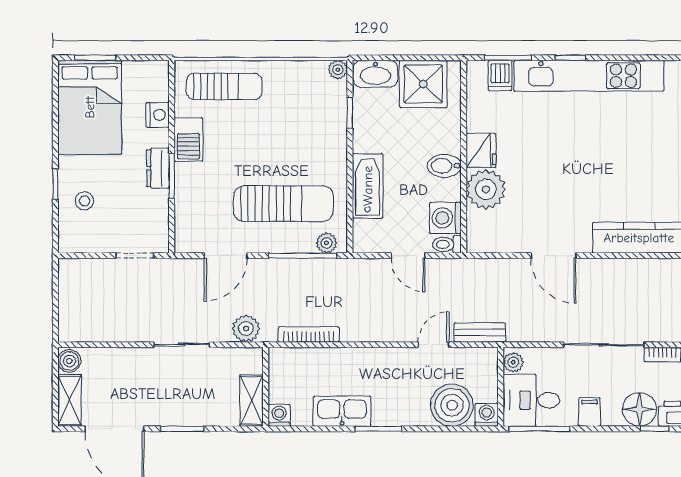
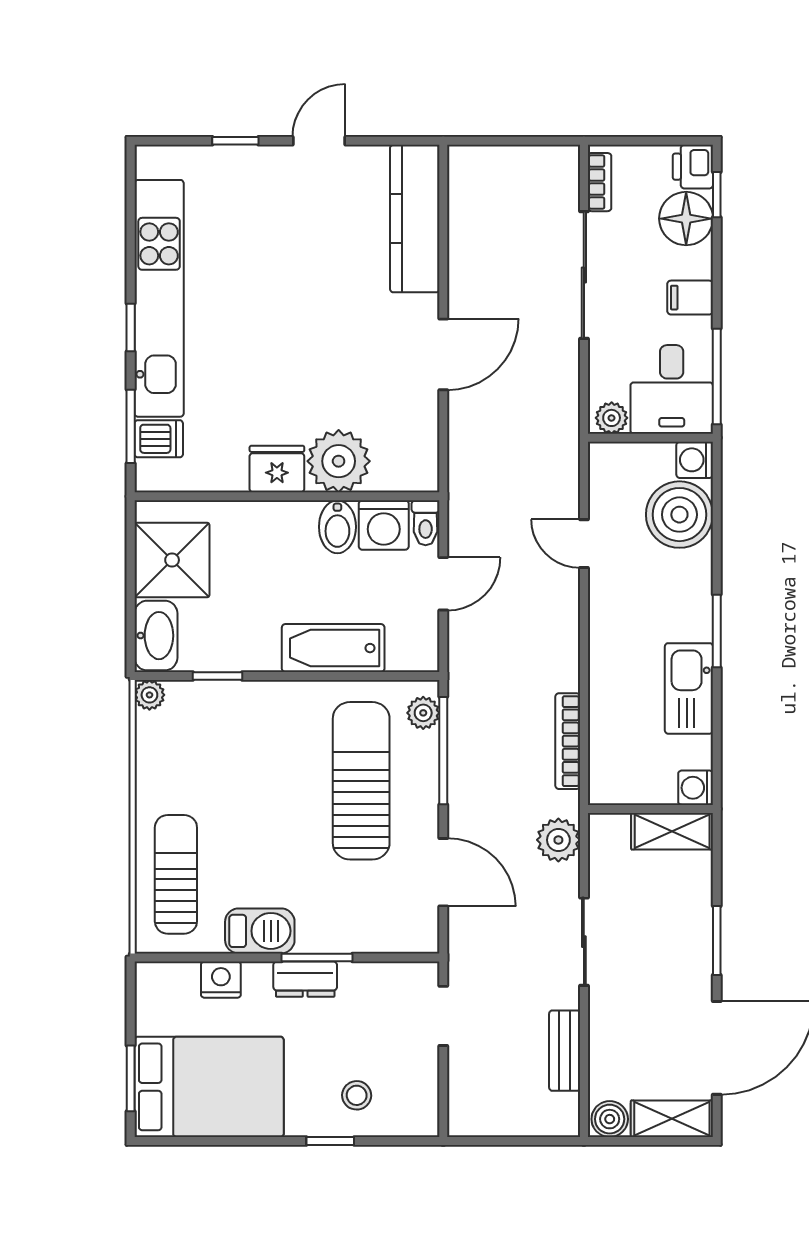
bidet: (444, 166) -> (337, 527), moved
bench: (480, 332) -> (565, 1051), moved

